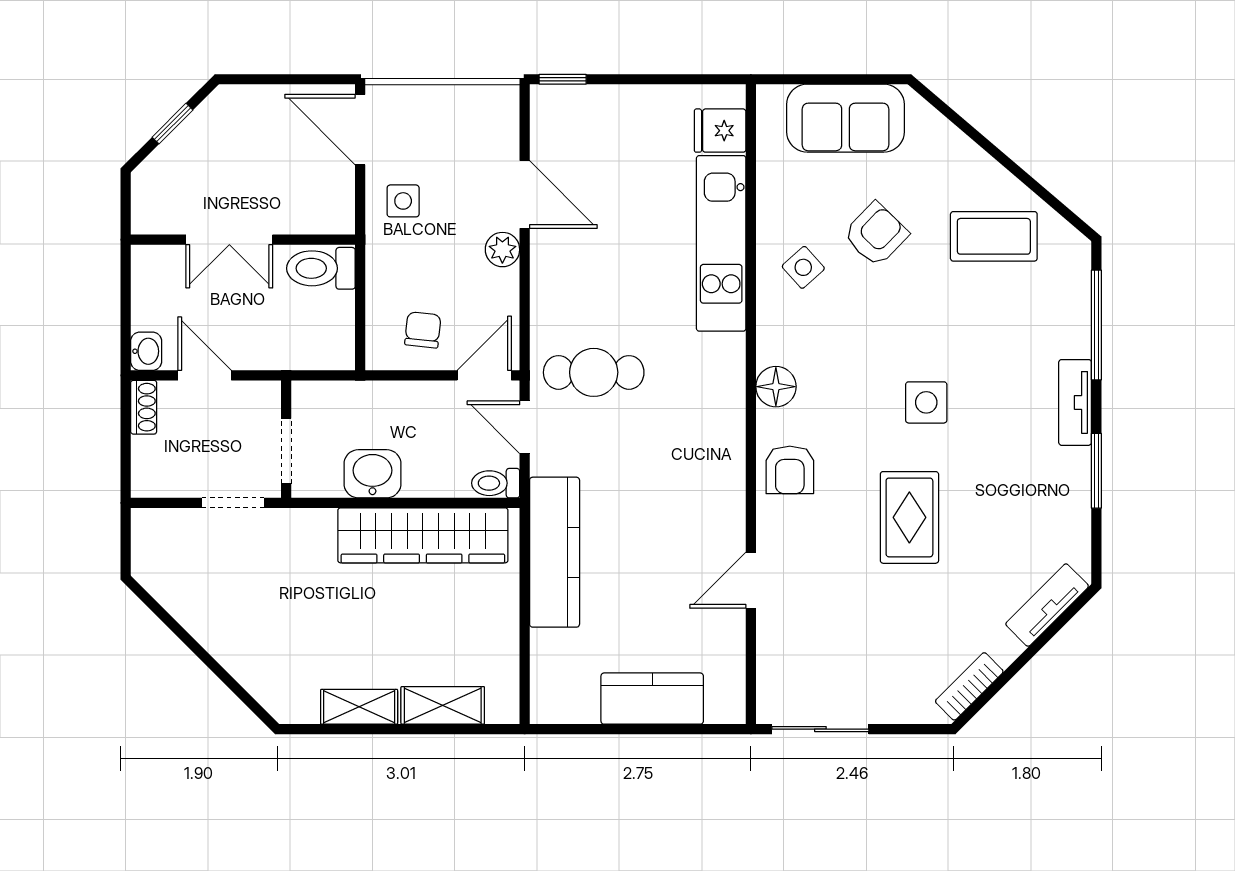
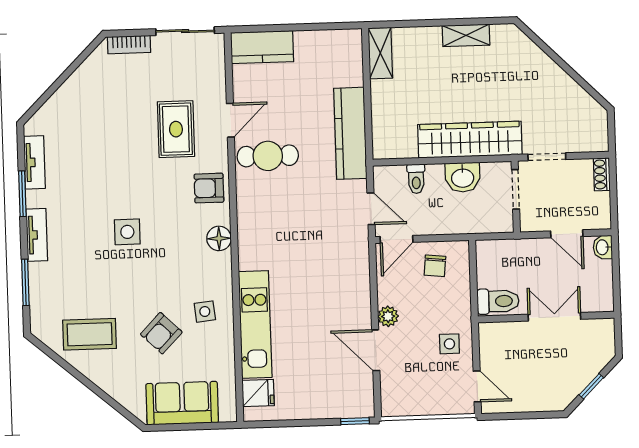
door: (360, 130) -> (477, 386), width x0.73
side table: (803, 267) -> (205, 312), turned 36
window: (1096, 325) -> (25, 282), width x0.69
cafe table: (594, 372) -> (268, 156), moved
shoe rack: (144, 407) -> (602, 174), moved
armchair: (790, 470) -> (209, 188), turned -90
toilet: (496, 483) -> (416, 179), moved, turned 90
rug: (909, 517) -> (176, 129), moved
wardrobe: (423, 535) -> (470, 140), moved
tv unit: (1047, 605) -> (35, 162), moved, turned -45
bookcase: (969, 686) -> (129, 45), moved, turned 45
kitchen counter: (652, 699) -> (262, 47), moved
shelving: (443, 705) -> (380, 53), moved, turned 90

